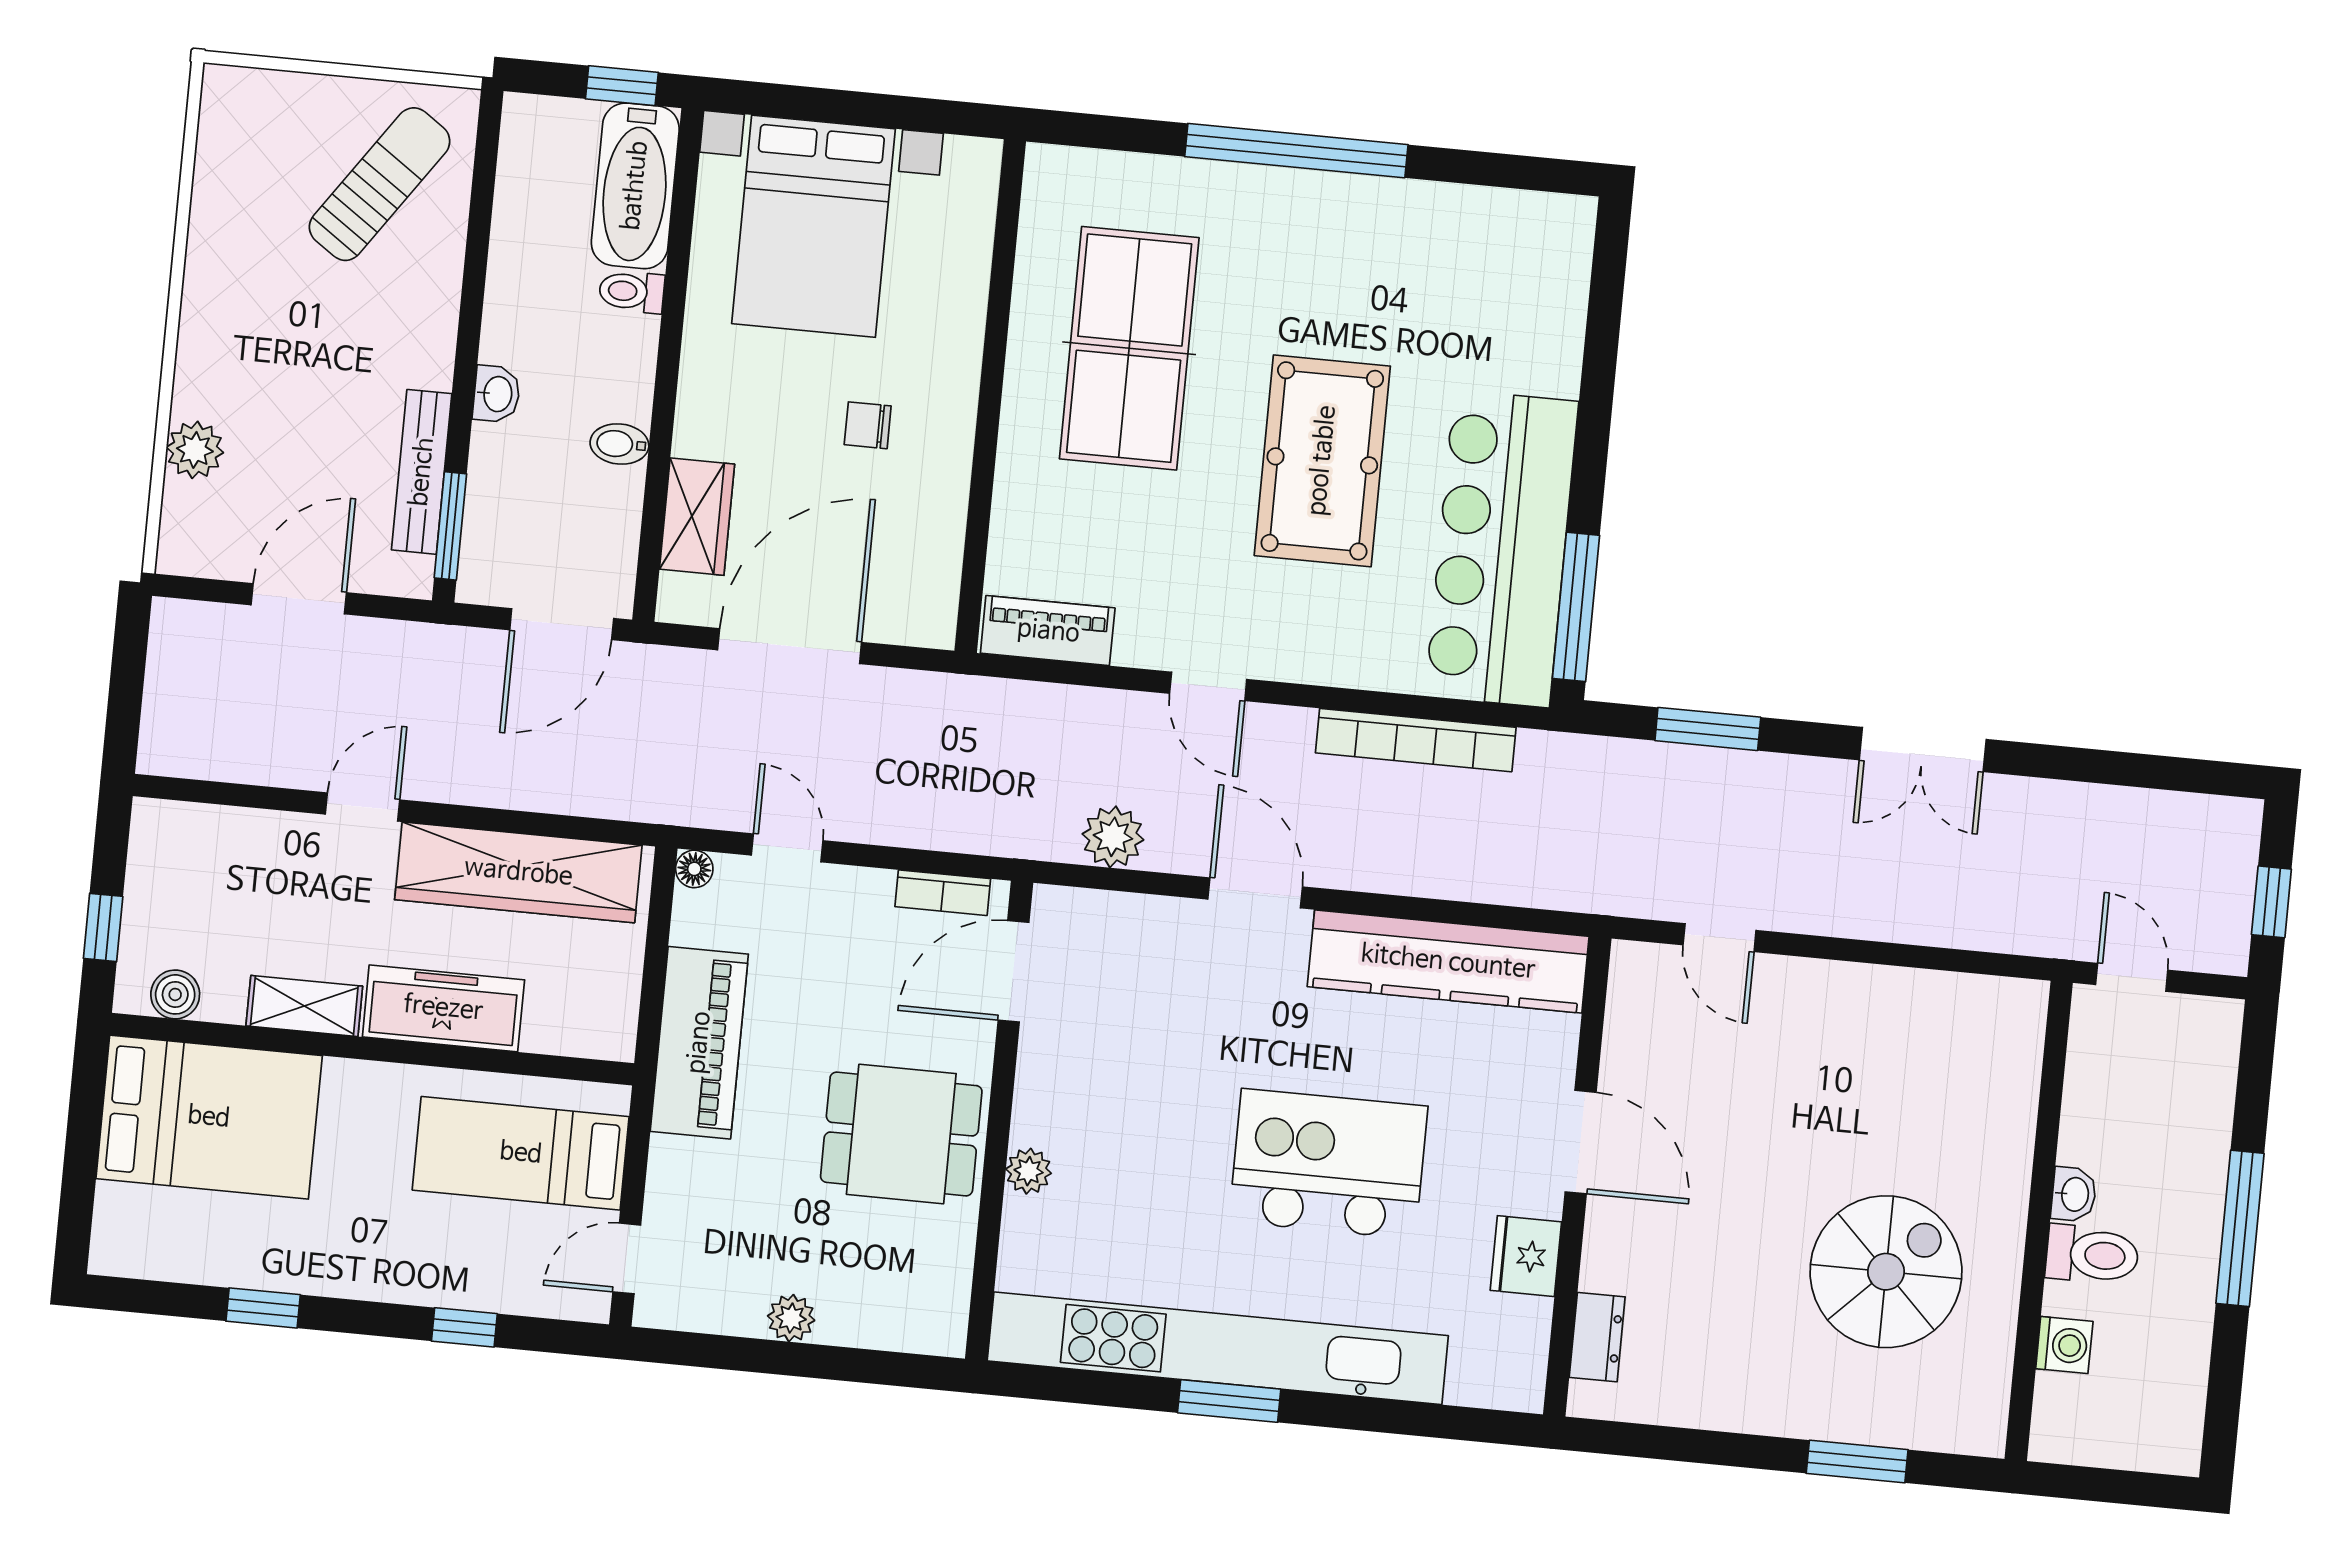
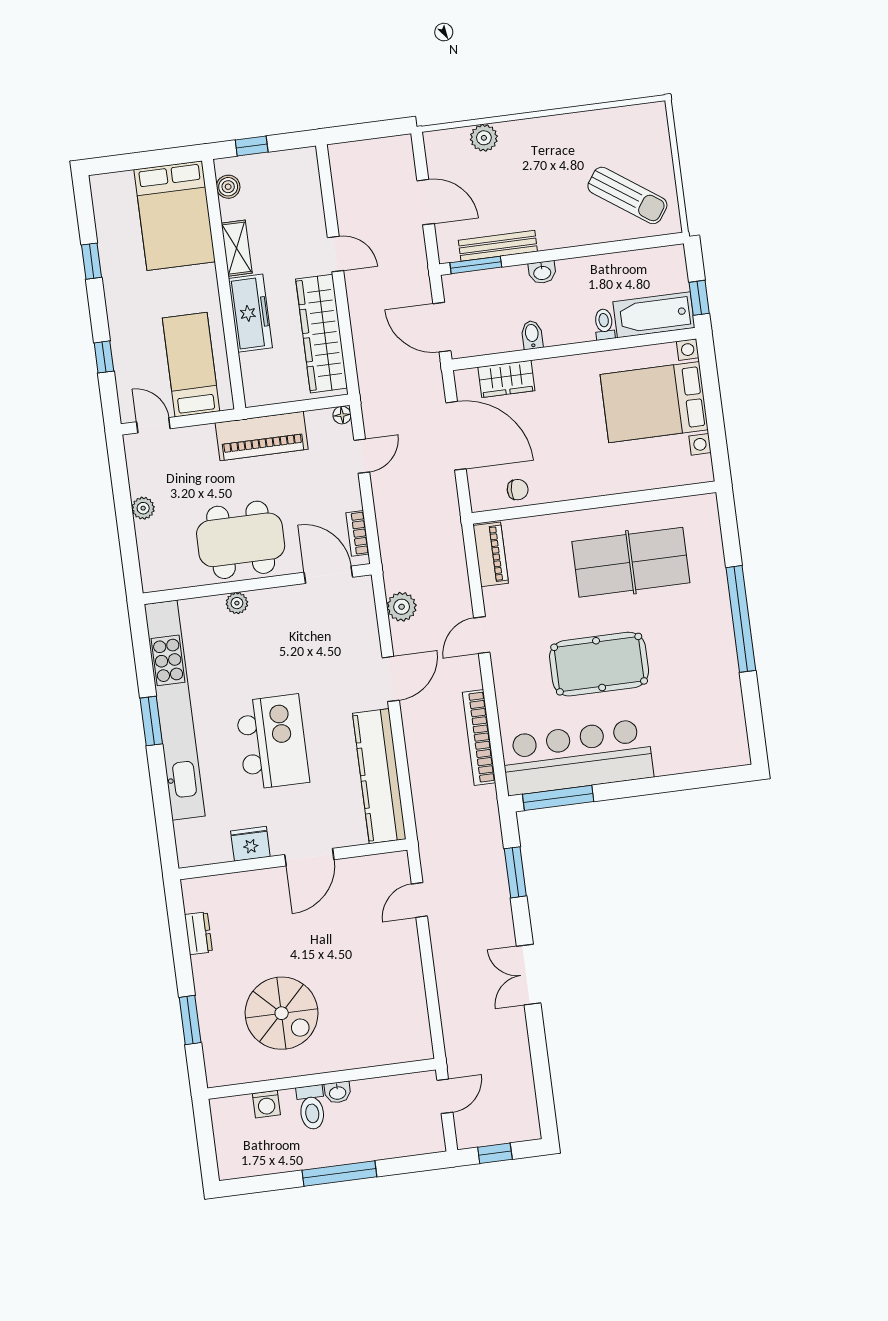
chair: (868, 425) -> (518, 490), moved, turned 93
dining table: (901, 1134) -> (241, 540), width x1.38
dresser: (1597, 1337) -> (198, 933), moved, turned -90

